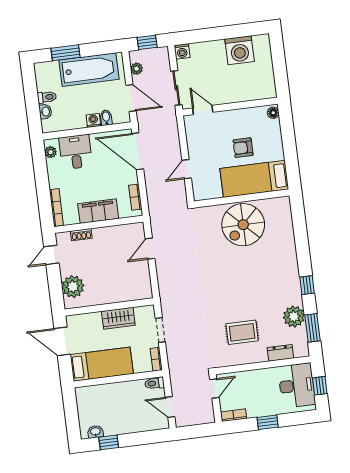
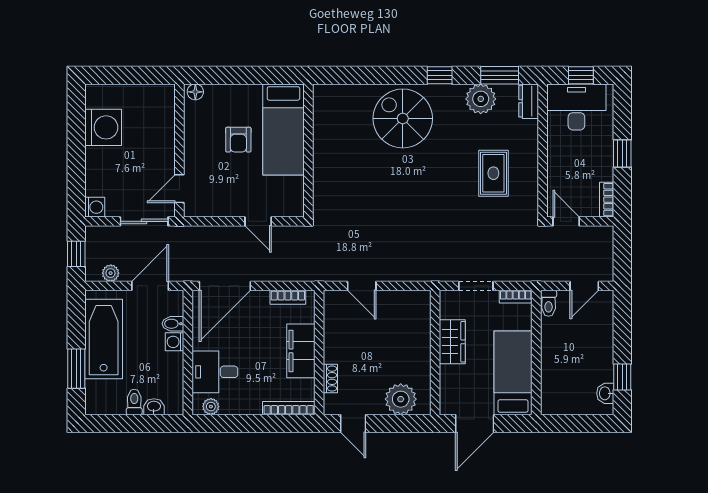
spiral stairs: (243, 225) -> (403, 118), moved, turned 180
dresser: (280, 353) -> (529, 101), moved

